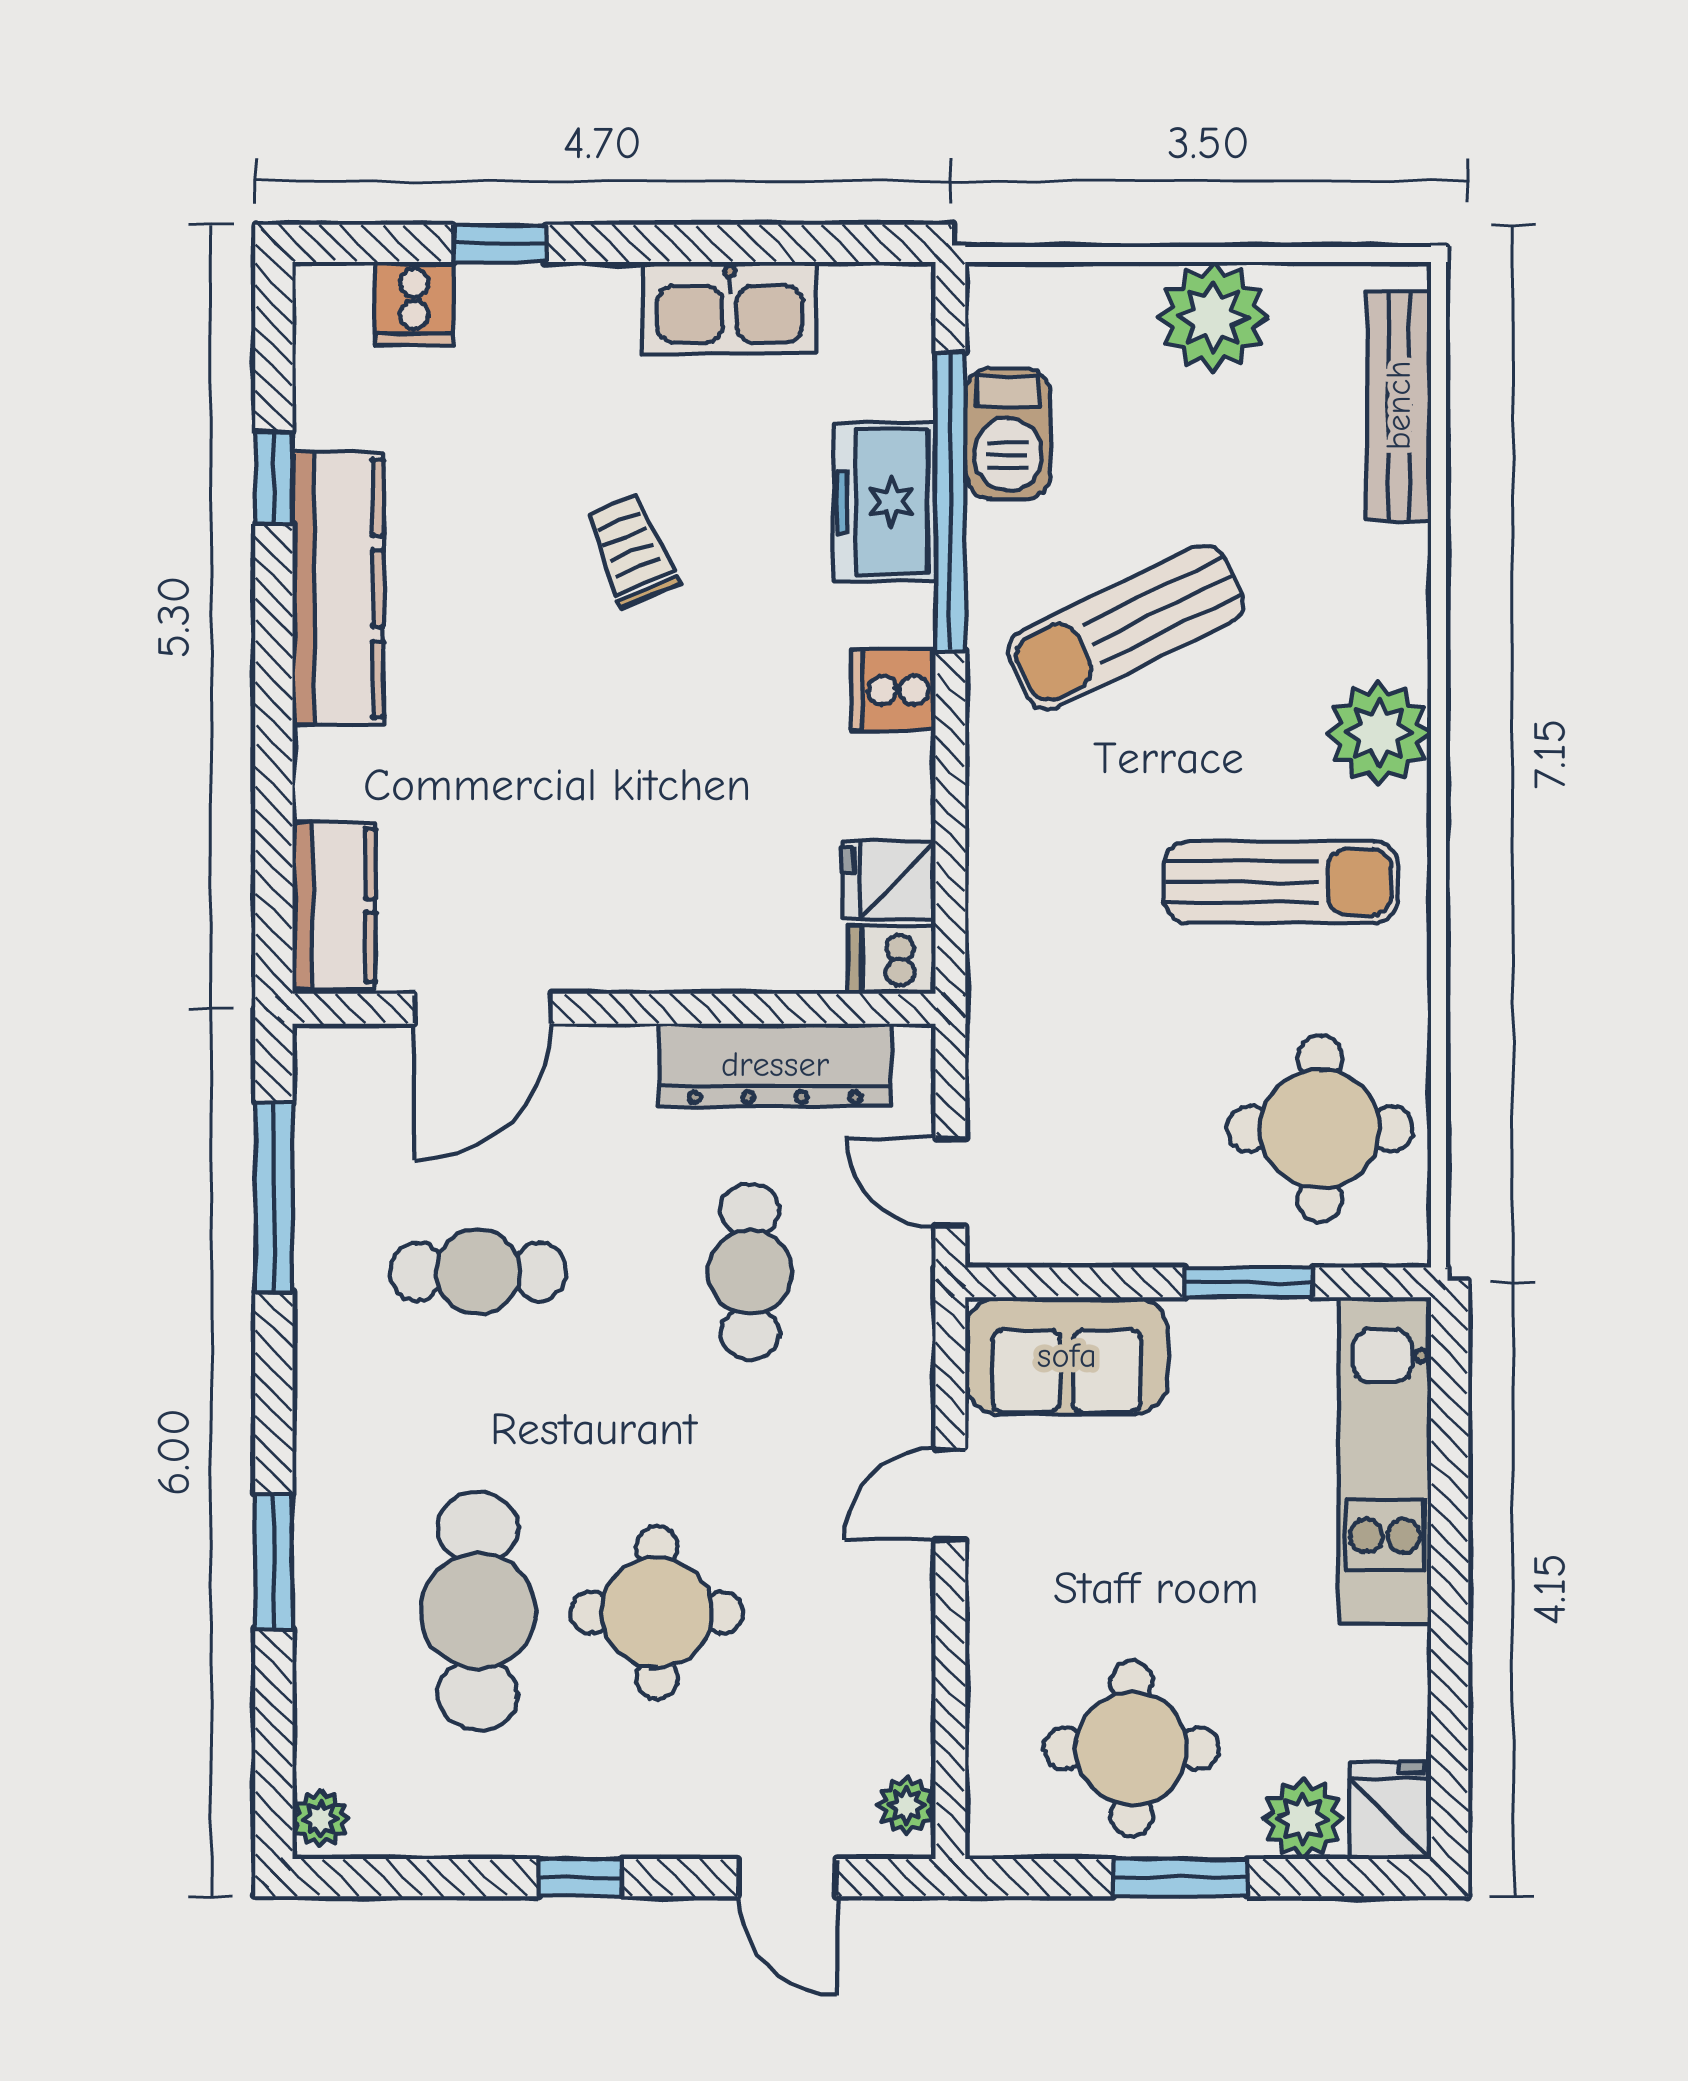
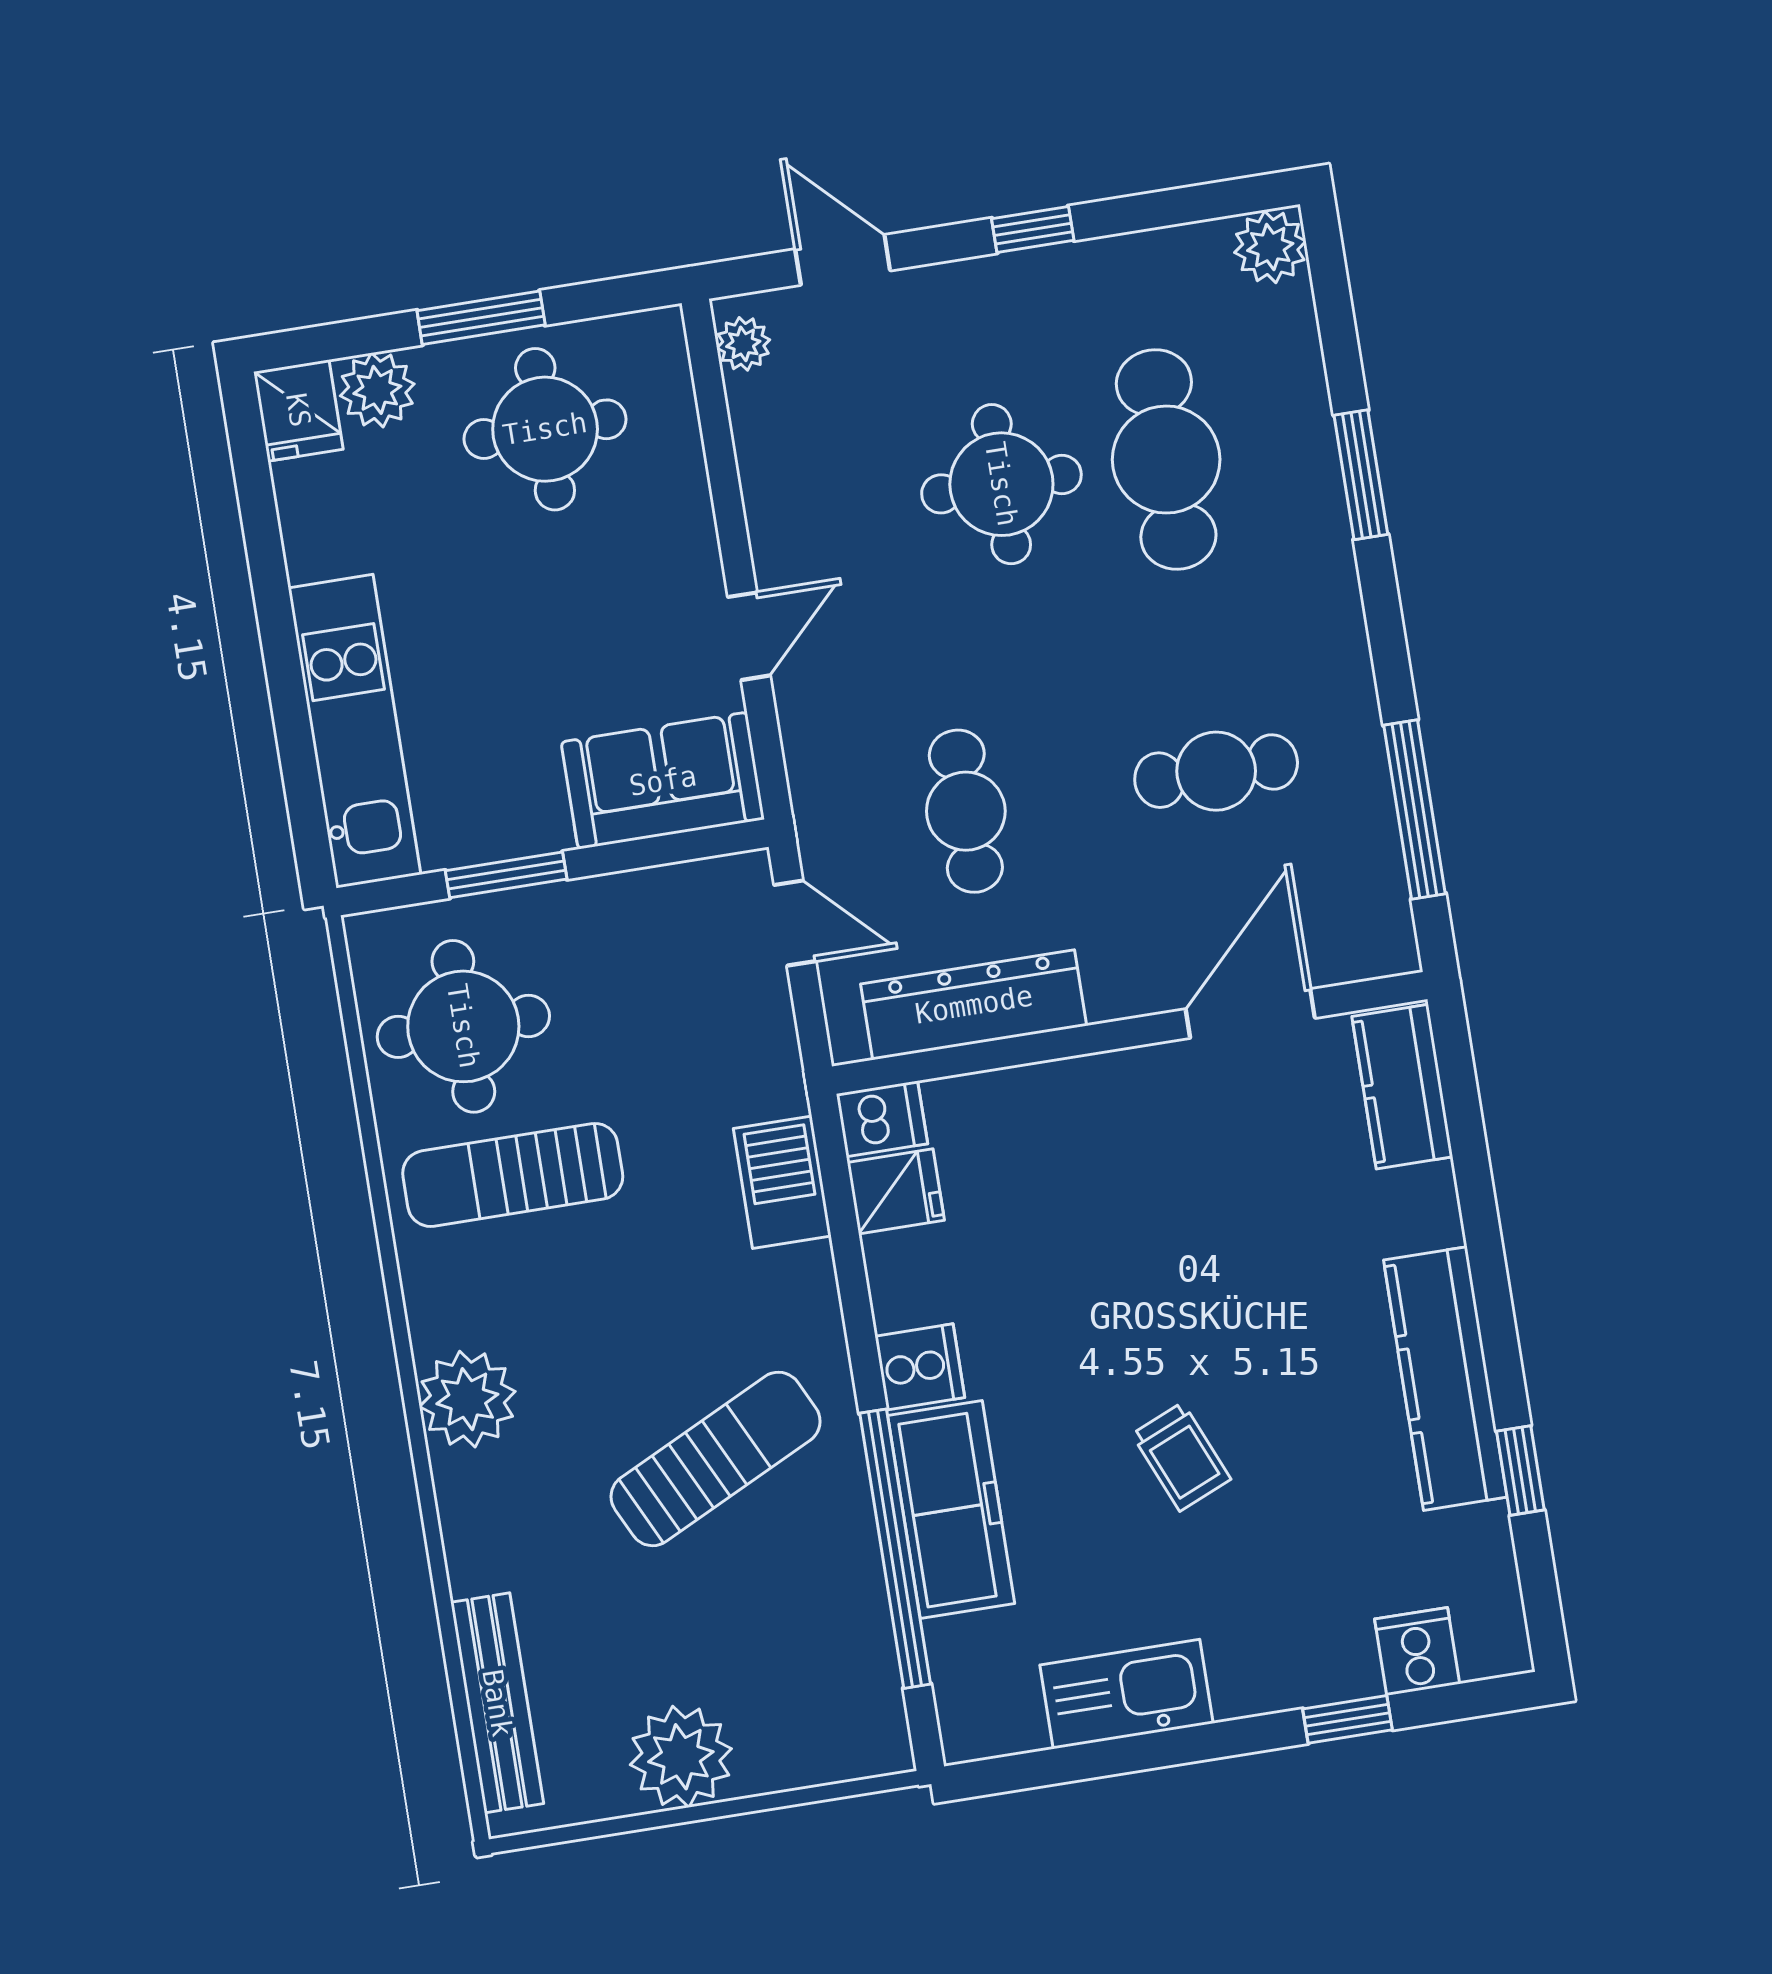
barbecue: (1008, 434) -> (782, 1182), moved
freezer: (884, 502) -> (951, 1510), width x1.40
sun lounger: (1281, 882) -> (513, 1175), moved
plant: (321, 1819) -> (1270, 247), width x1.38, depth x1.38

